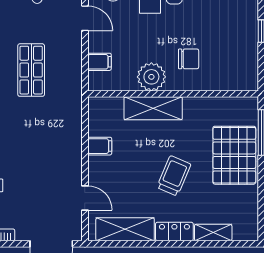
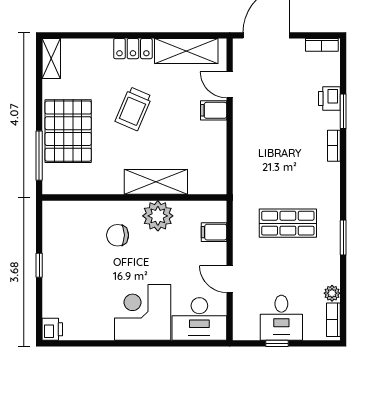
shop shelf: (31, 70) -> (288, 223), turned 90
filing cabinet: (100, 146) -> (214, 110), moved
shelving: (213, 233) -> (51, 59), moved, turned 90

